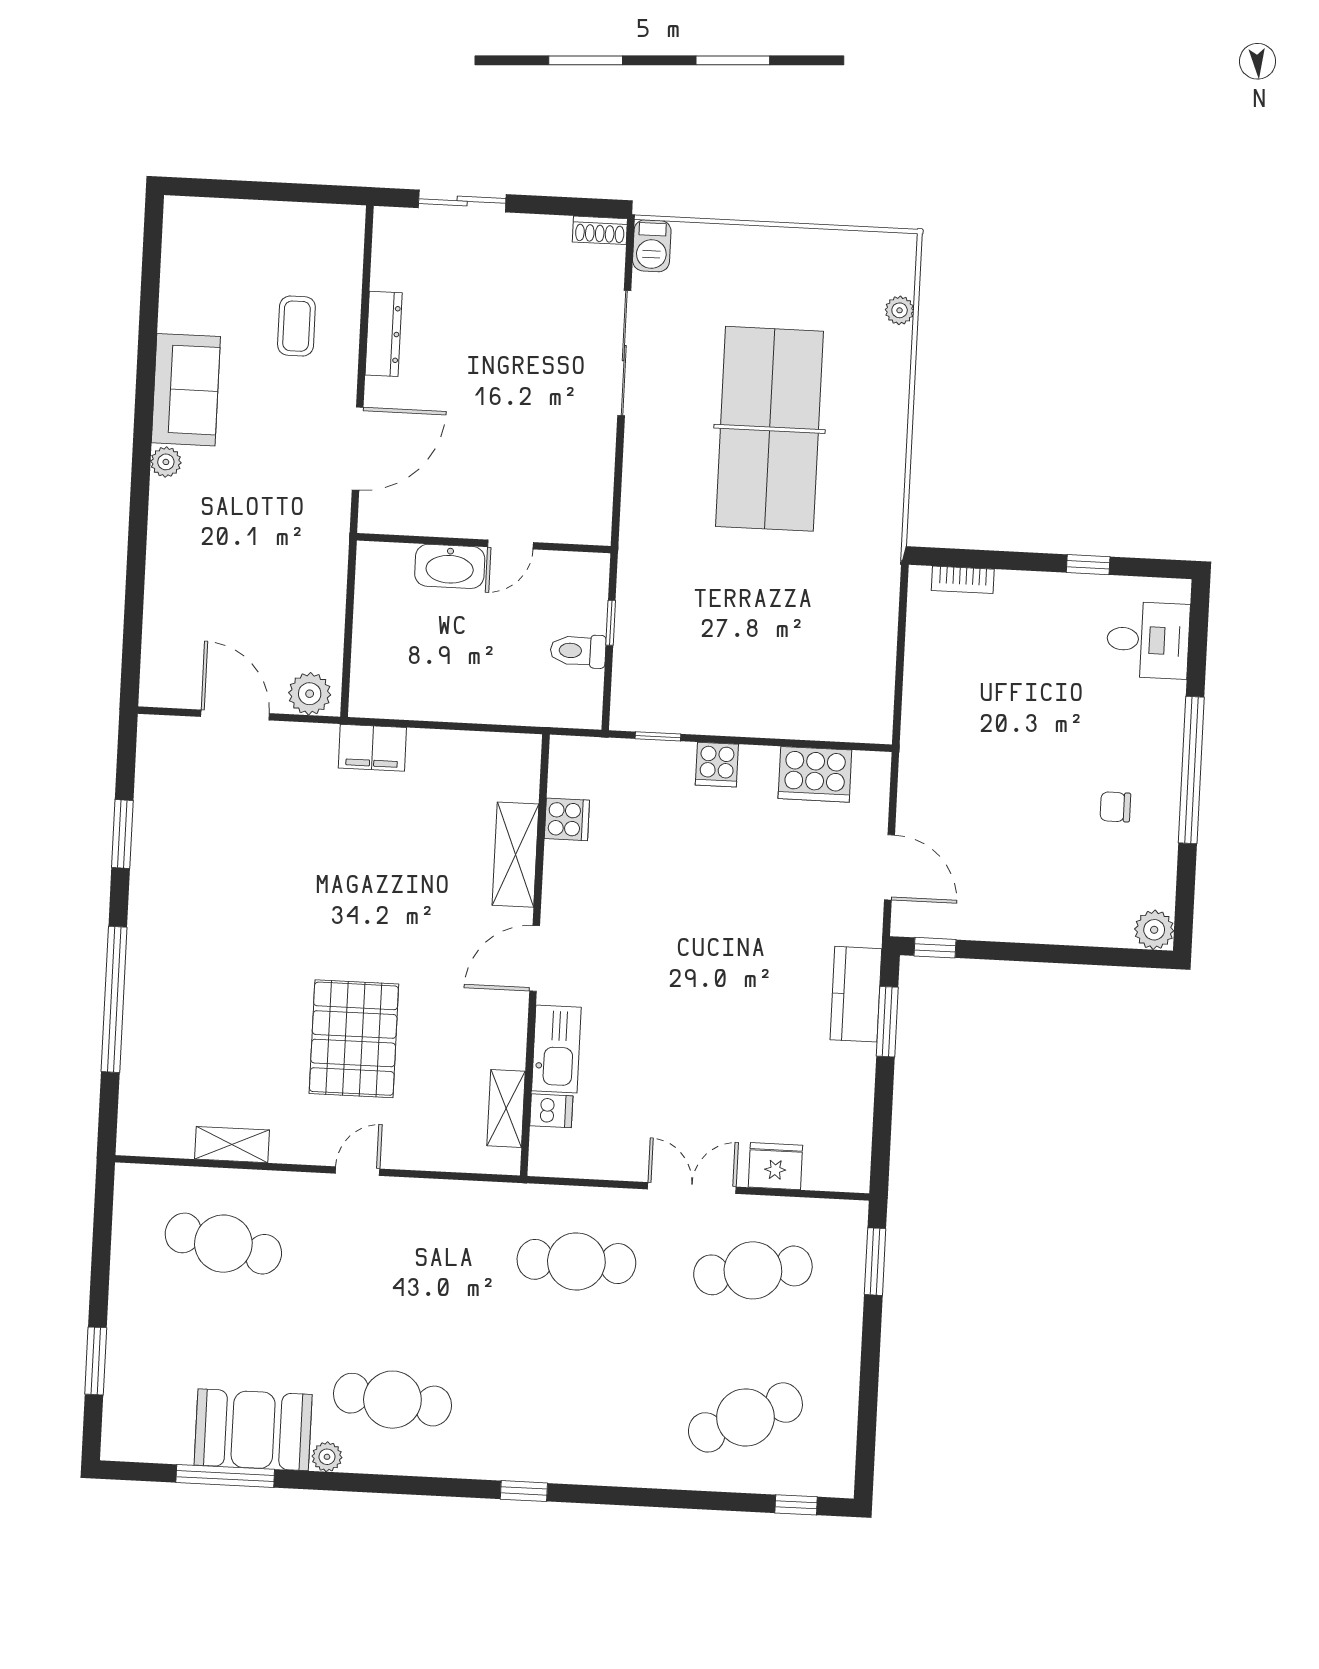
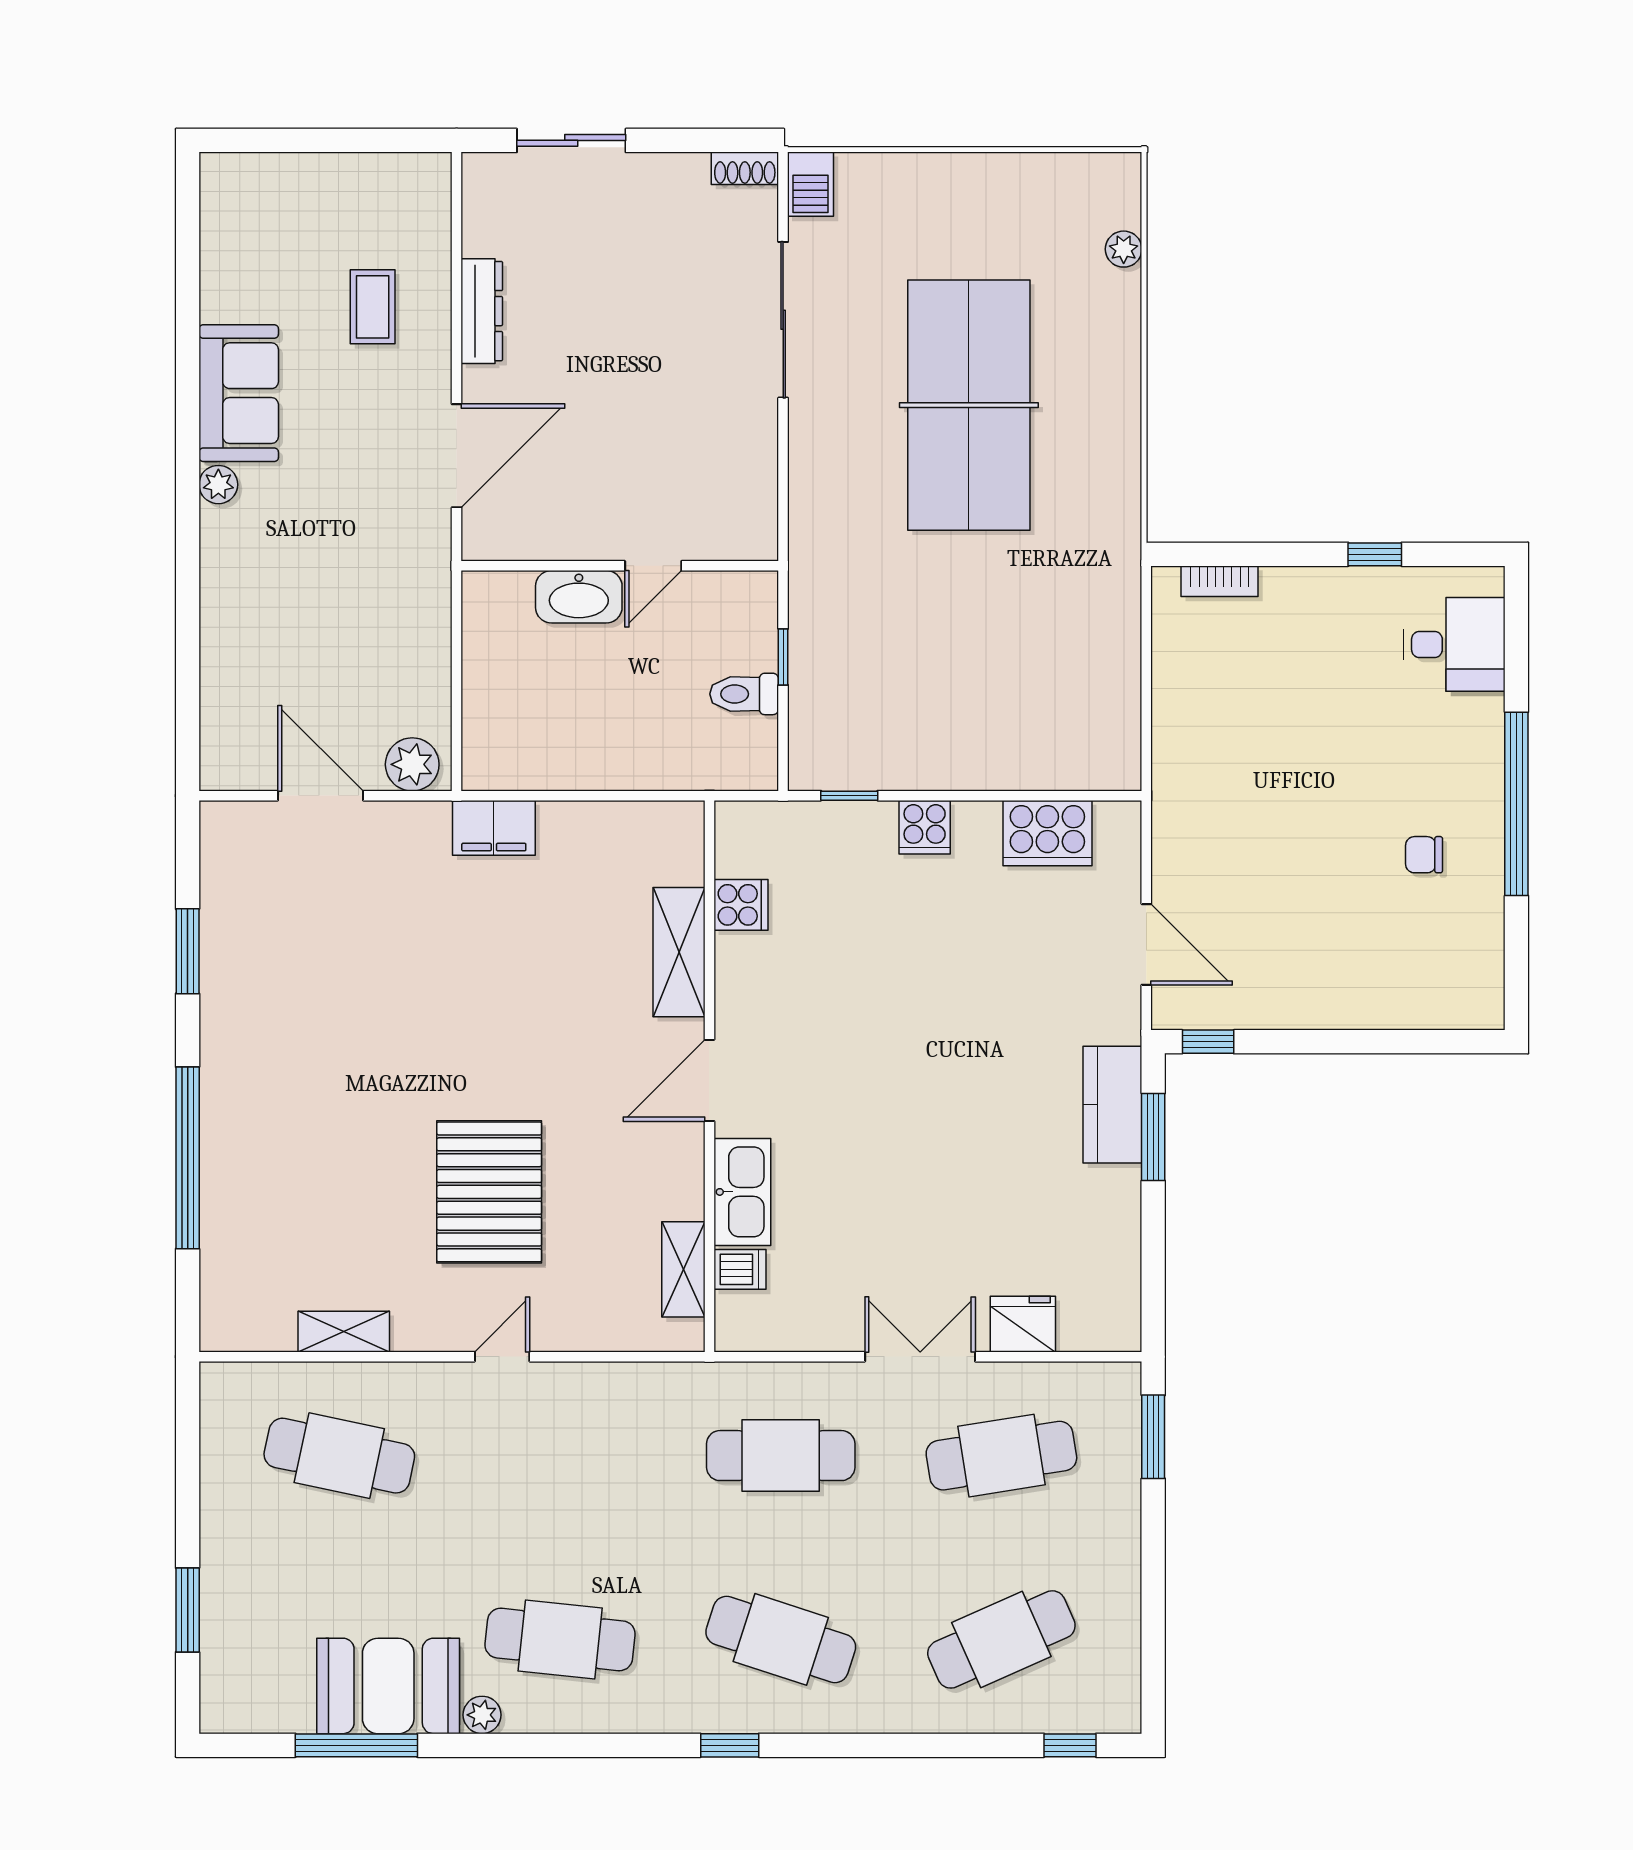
plant: (1154, 930) -> (1480, 1005), removed
cafe table: (569, 1409) -> (781, 1639), added

